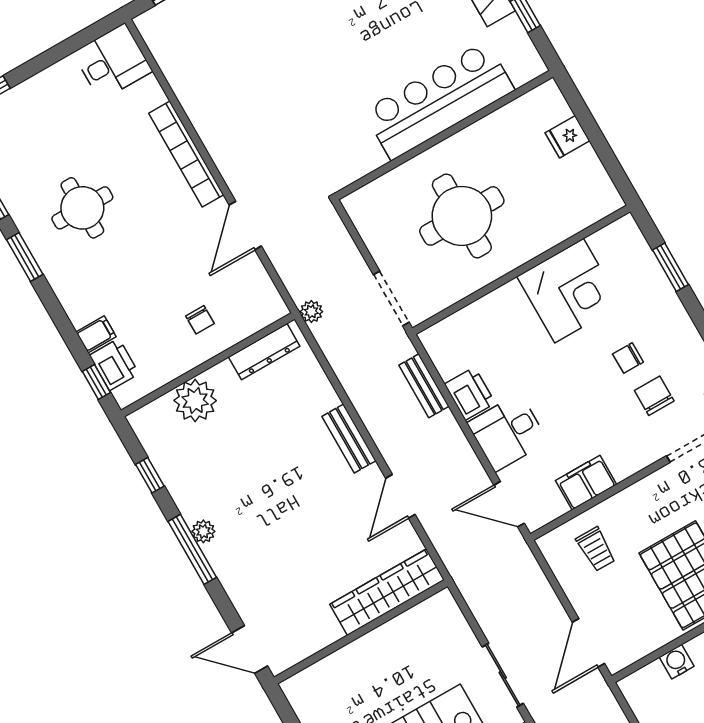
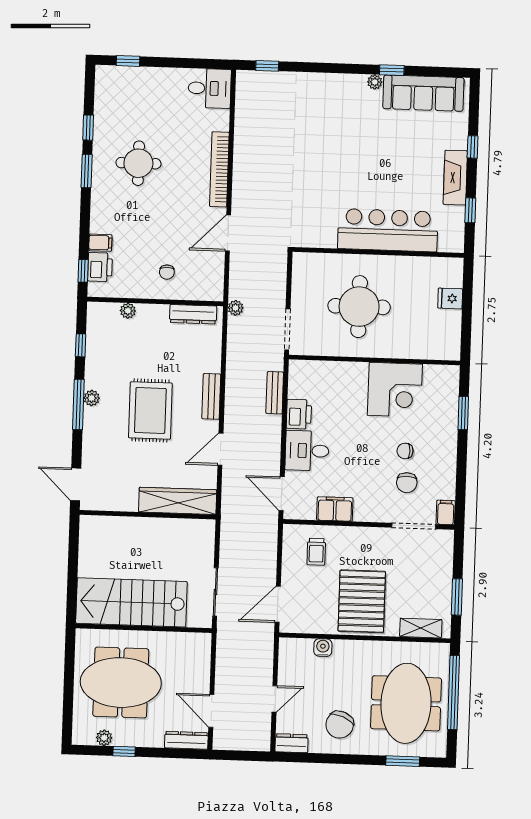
chair: (654, 396) -> (407, 483), turned 180
plant: (195, 401) -> (128, 311), width x0.53, depth x0.53
rug: (285, 502) -> (150, 410), added

